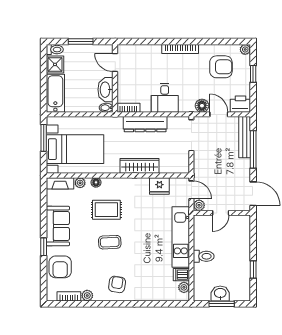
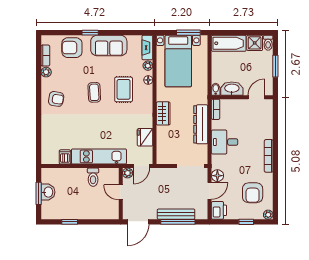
bench: (245, 137) -> (176, 214), moved
wardrobe: (140, 166) -> (163, 113), width x0.67
toilet: (204, 256) -> (93, 177), moved
plant: (184, 287) -> (53, 159), removed

